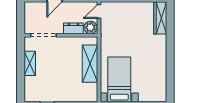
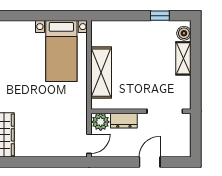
shelving: (30, 63) -> (183, 58), moved
boiler: (29, 92) -> (184, 33), added

